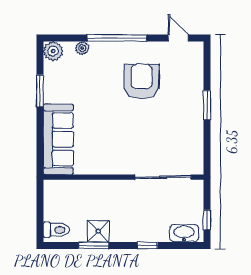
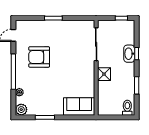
sofa: (58, 139) -> (79, 106), width x0.73
shower: (98, 231) -> (104, 74), moved
washbasin: (184, 233) -> (129, 54), moved

